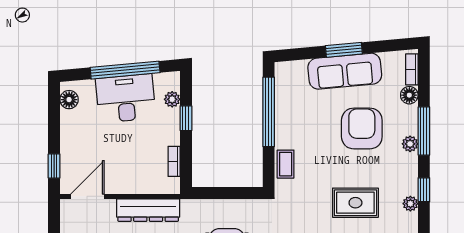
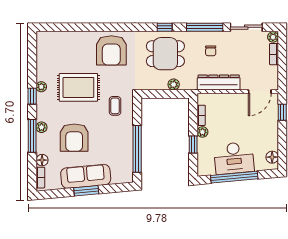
plant: (172, 99) -> (202, 132), moved
coffee table: (286, 164) -> (115, 106), moved
rug: (355, 203) -> (78, 87), width x1.36, depth x1.43
plant: (215, 207) -> (174, 84), added

